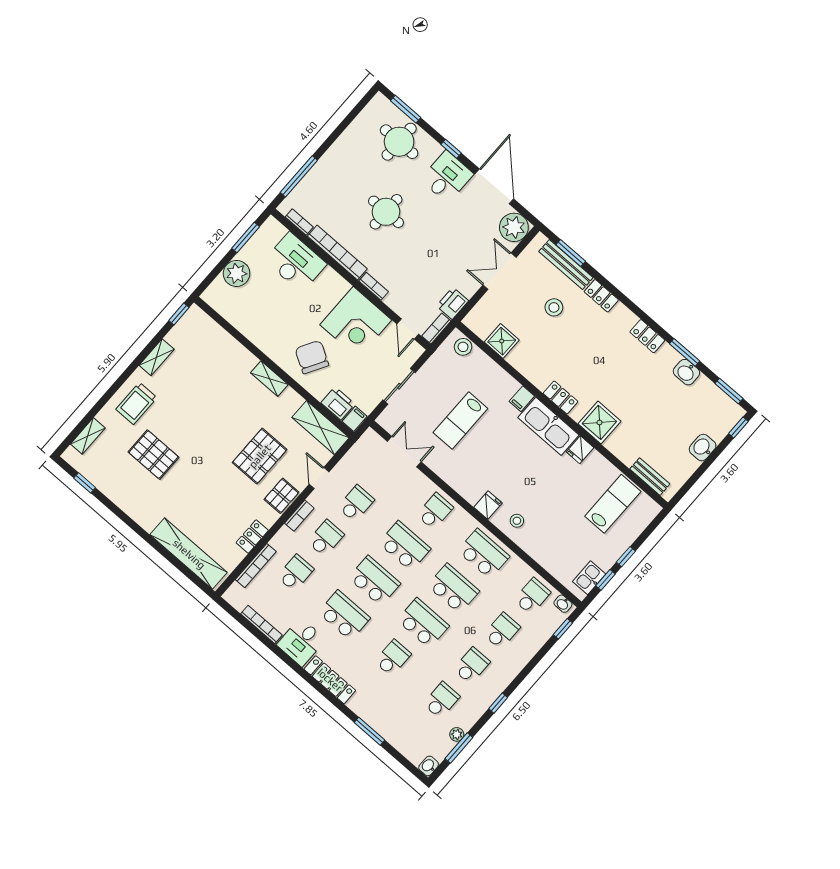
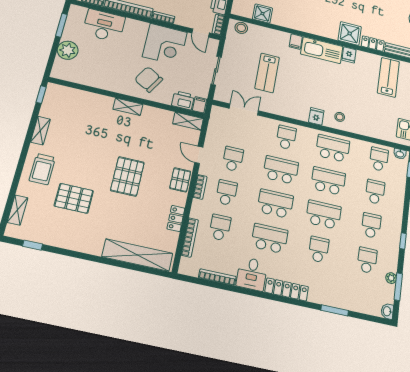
locker: (560, 397) -> (373, 44), moved
shelving: (321, 428) -> (188, 121), width x0.67, depth x0.75
pallet: (260, 456) -> (127, 176), moved

